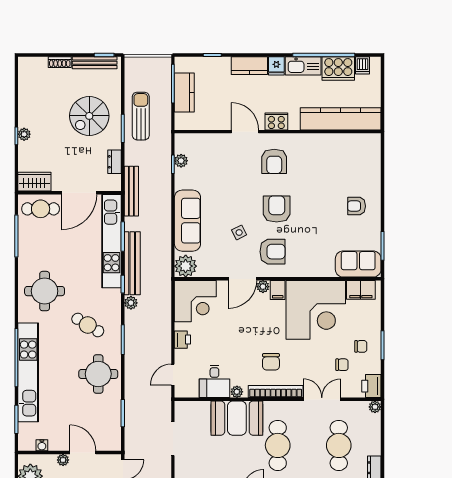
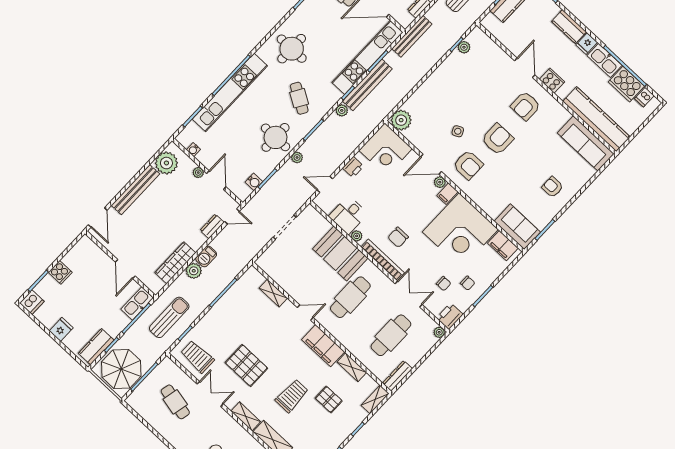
sofa: (187, 221) -> (586, 143), moved, turned 90
plant: (130, 374) -> (297, 157), added
water cooler: (114, 426) -> (254, 182), added

